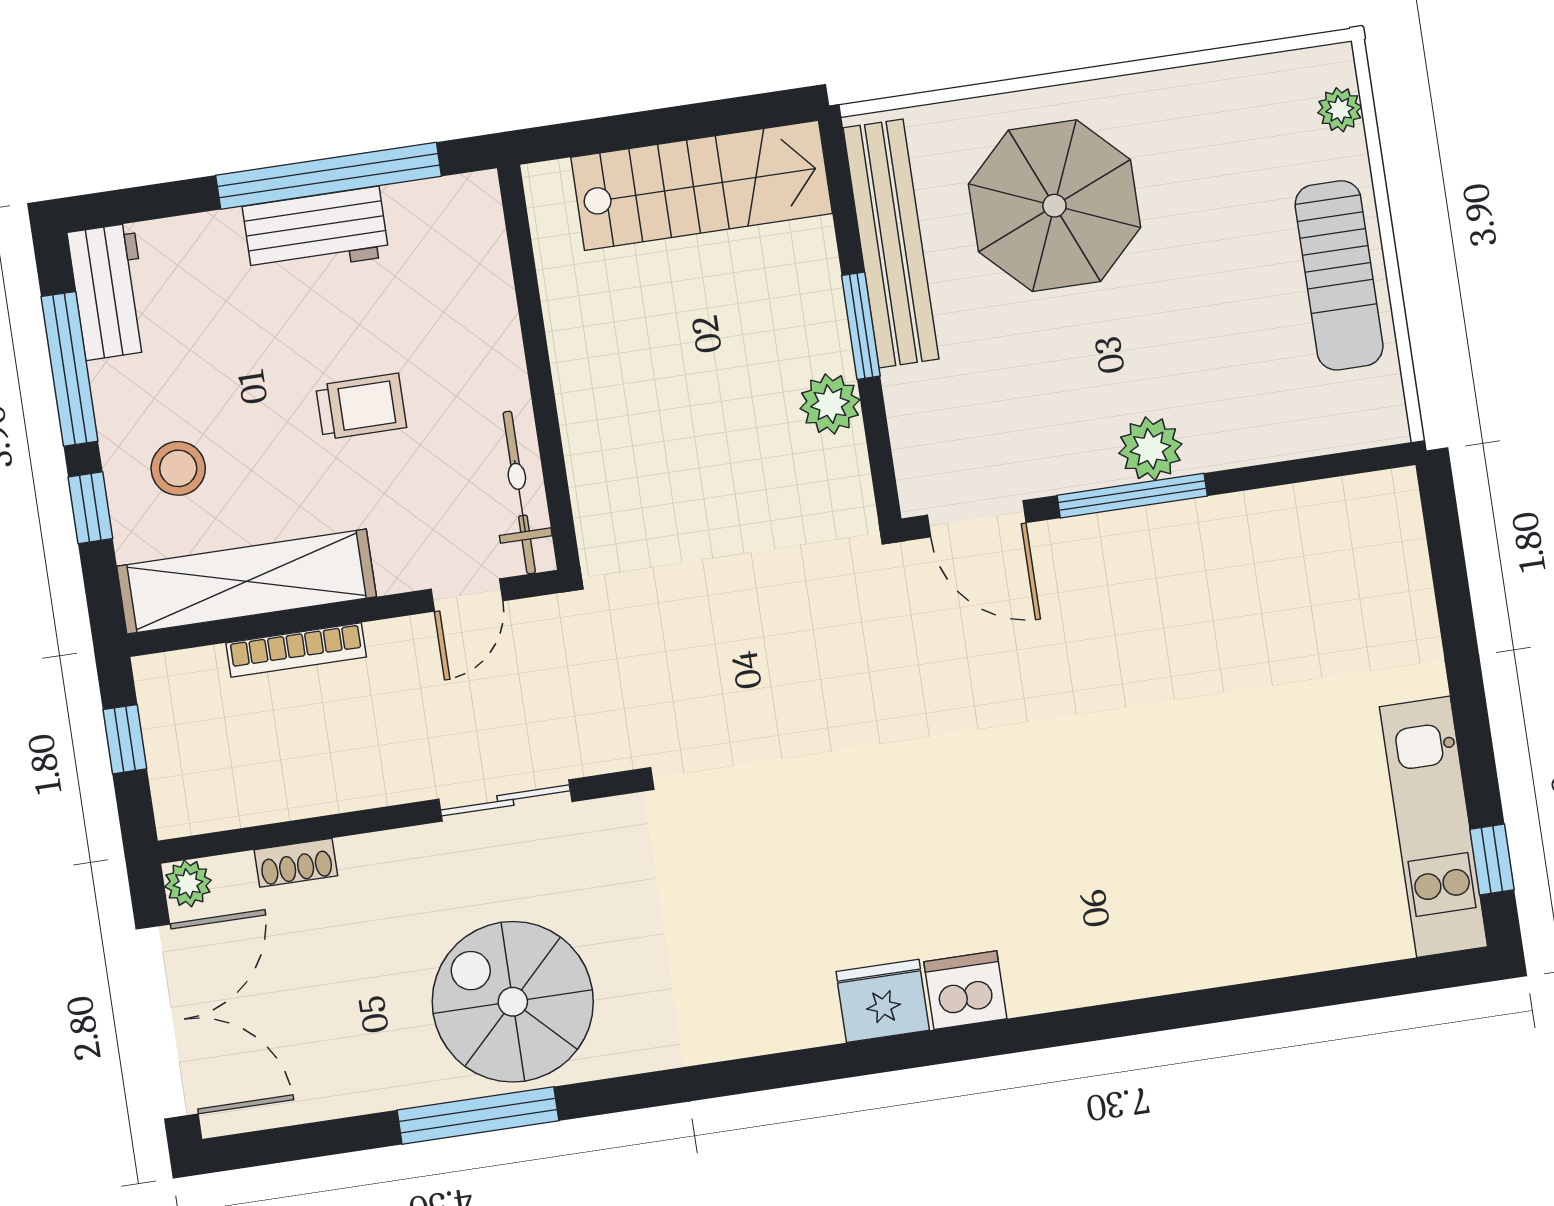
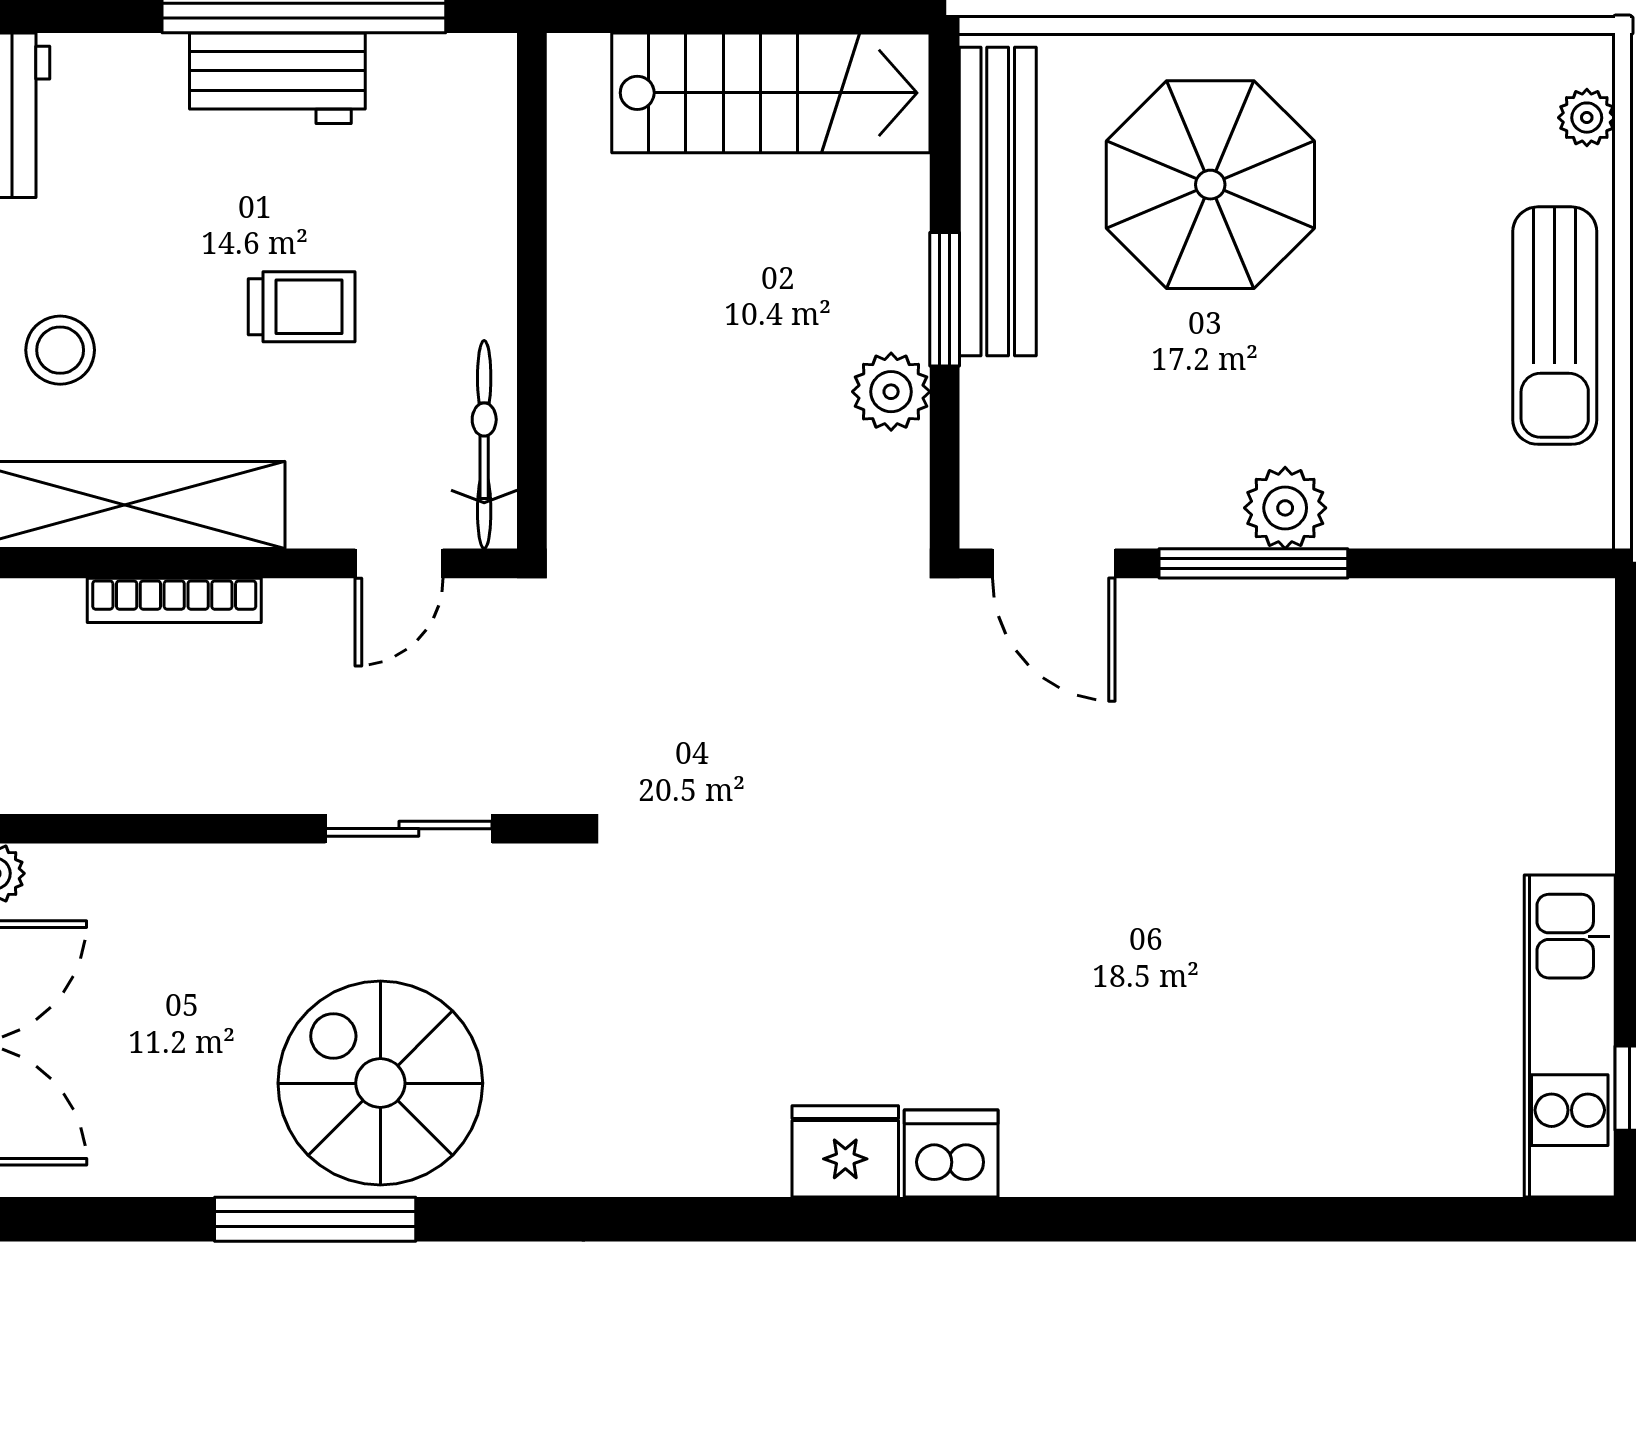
shoe rack: (296, 863) -> (134, 868), removed

